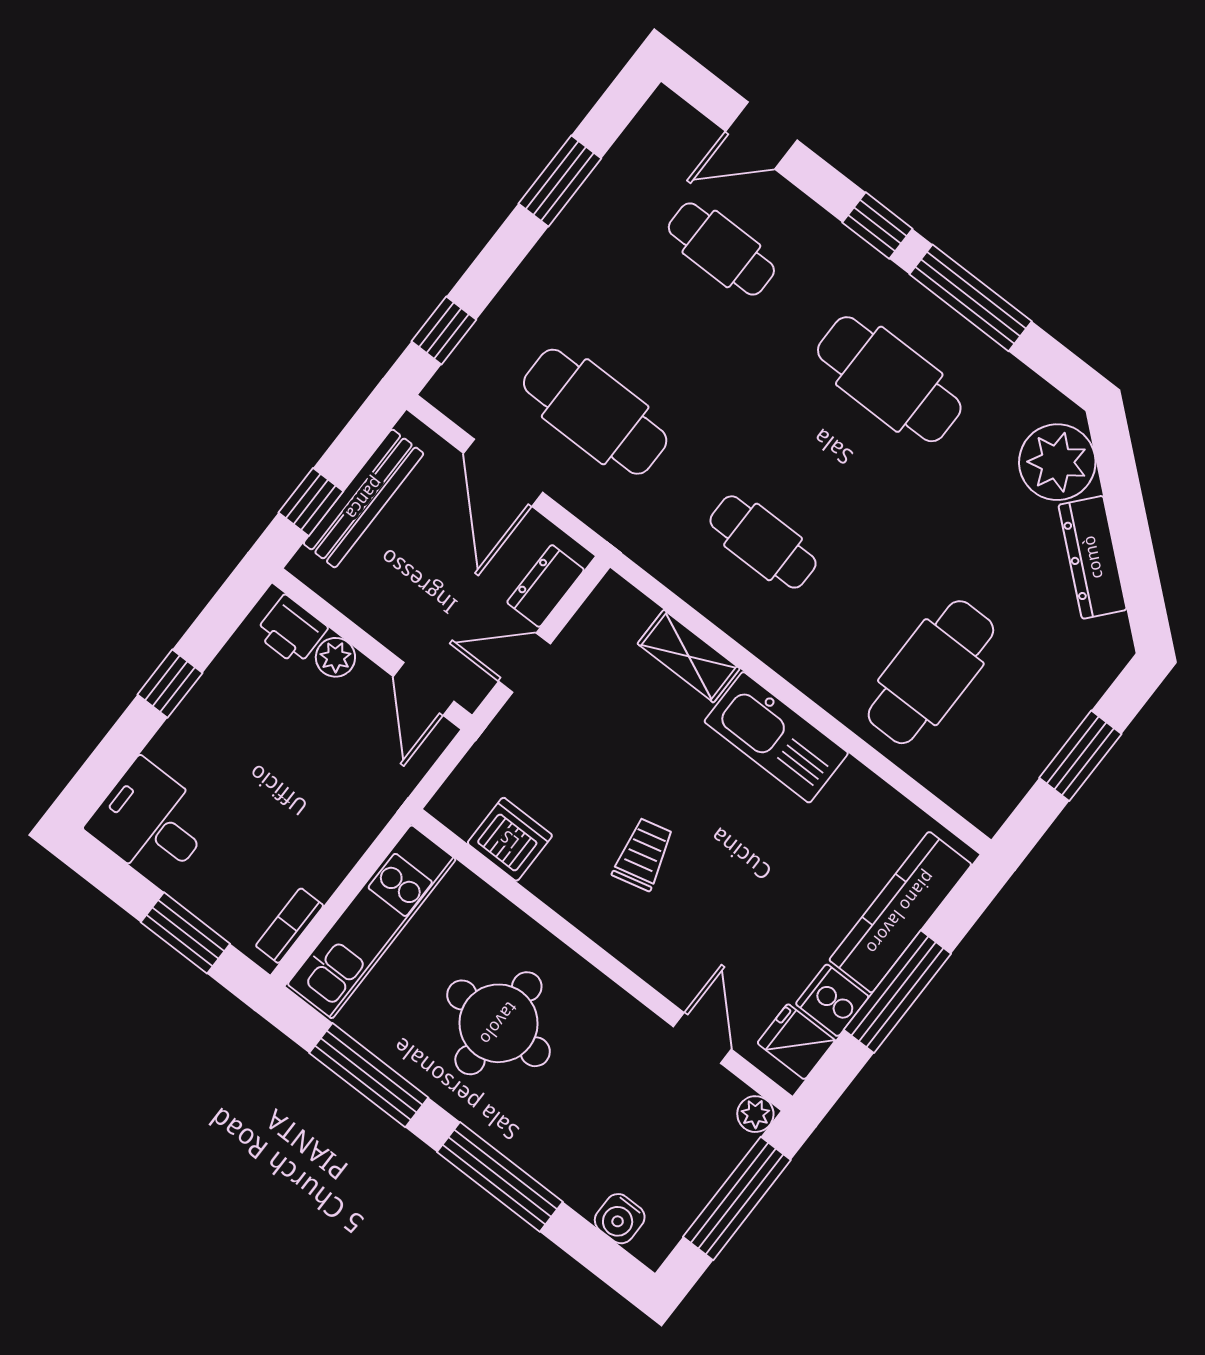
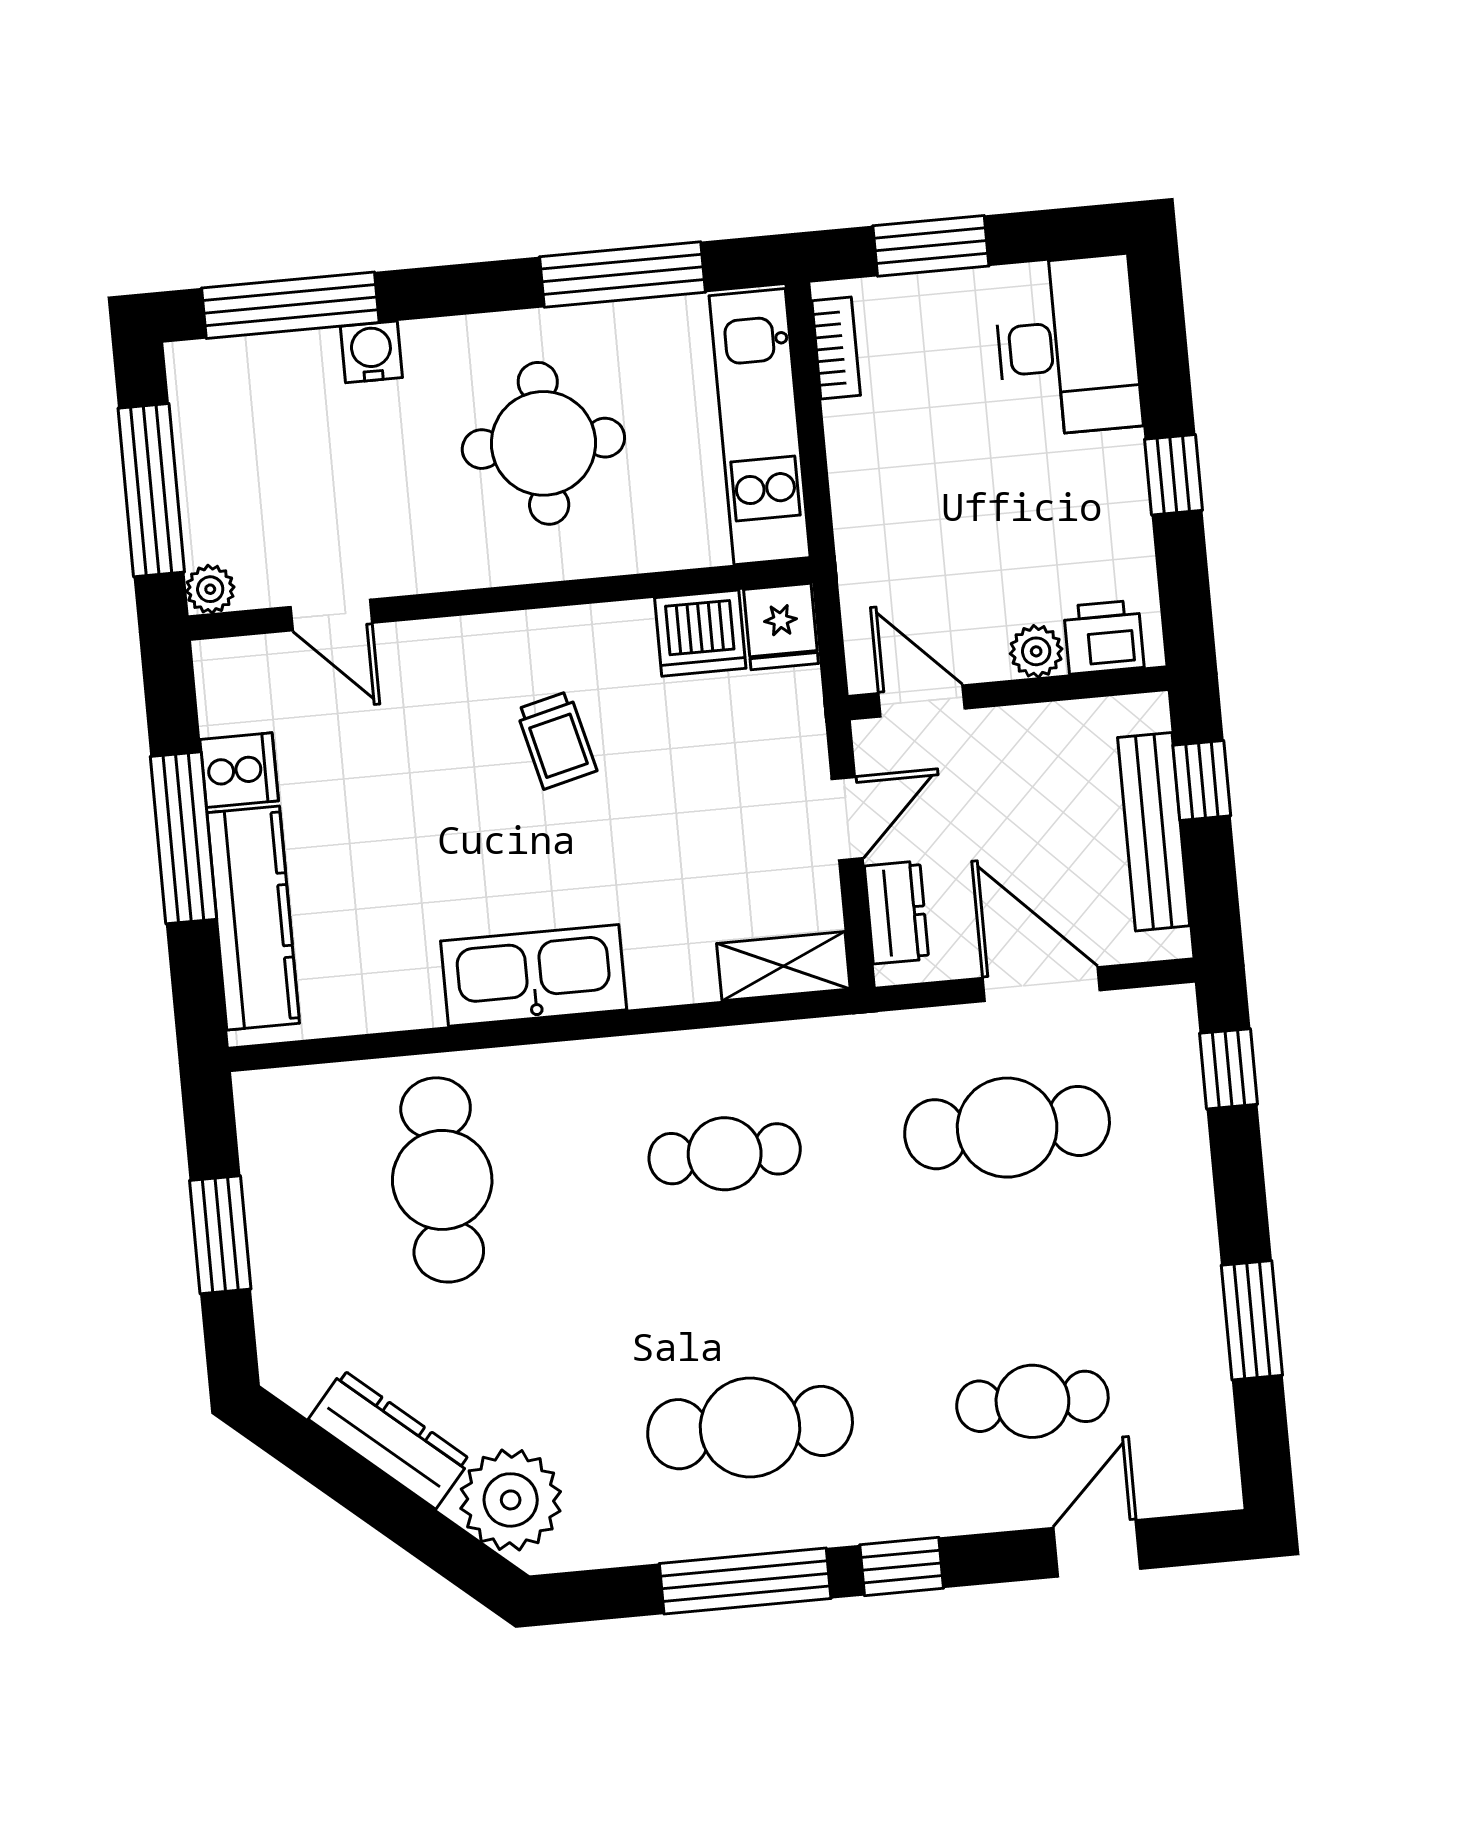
shelving: (689, 656) -> (783, 966), moved
desk: (151, 822) -> (1067, 346), width x1.37
fridge: (796, 1042) -> (781, 627), moved, turned 90
window: (500, 1177) -> (290, 305), moved
water cooler: (620, 1219) -> (371, 352), moved

